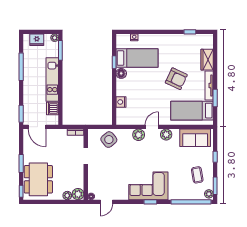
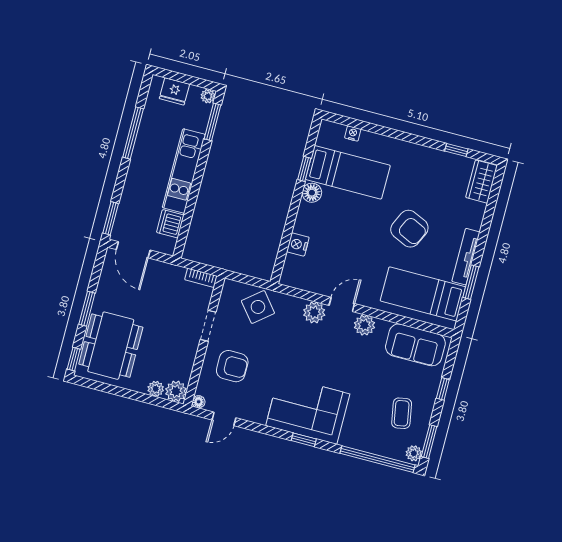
wardrobe: (207, 60) -> (482, 182), moved
armchair: (104, 174) -> (232, 366), added

